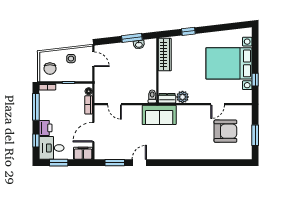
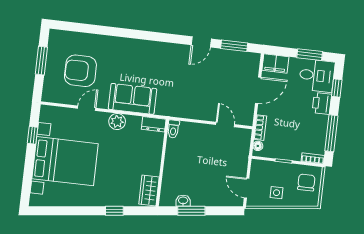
wardrobe: (165, 55) -> (149, 191), width x0.67
plant: (183, 97) -> (117, 122), moved
sofa: (159, 115) -> (132, 99), moved

